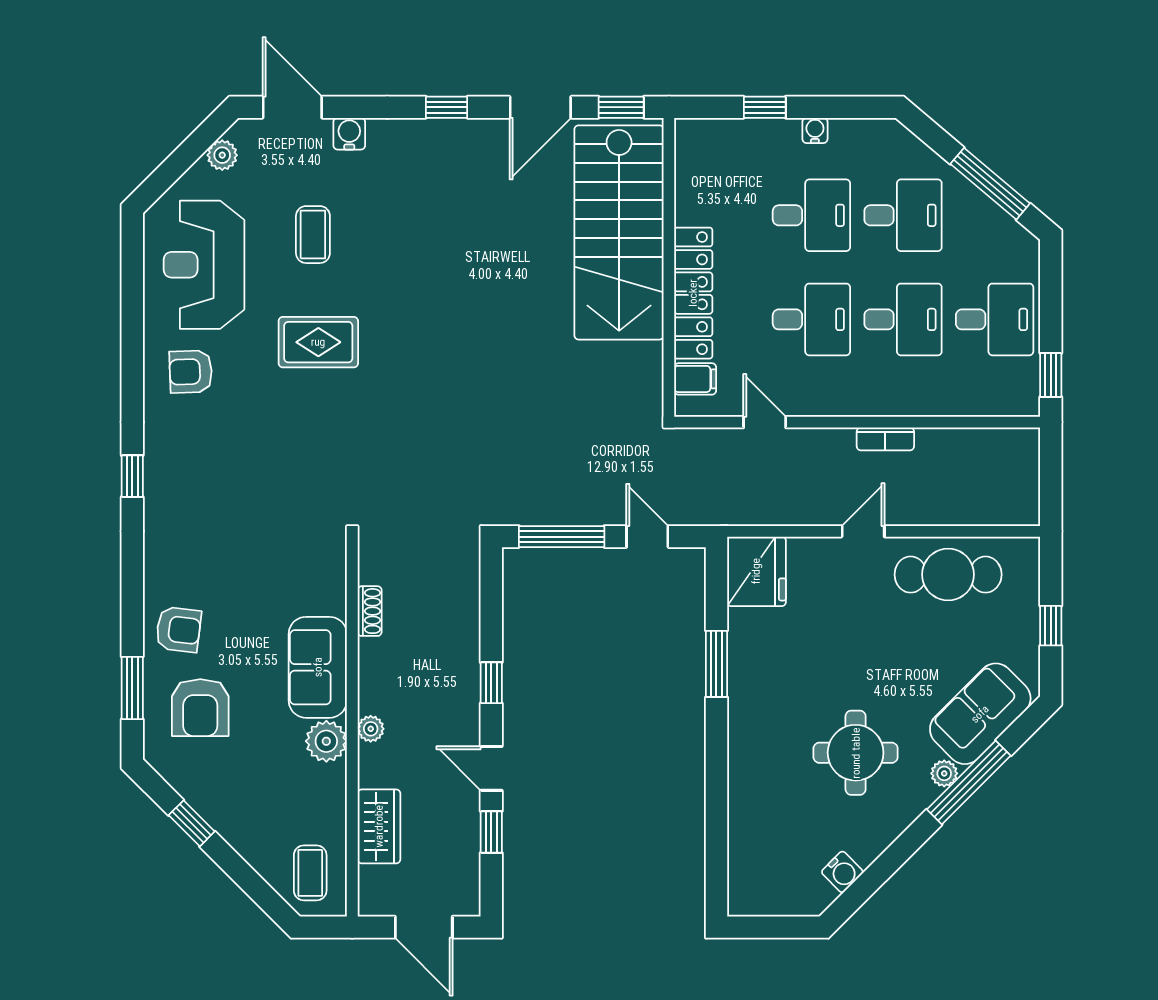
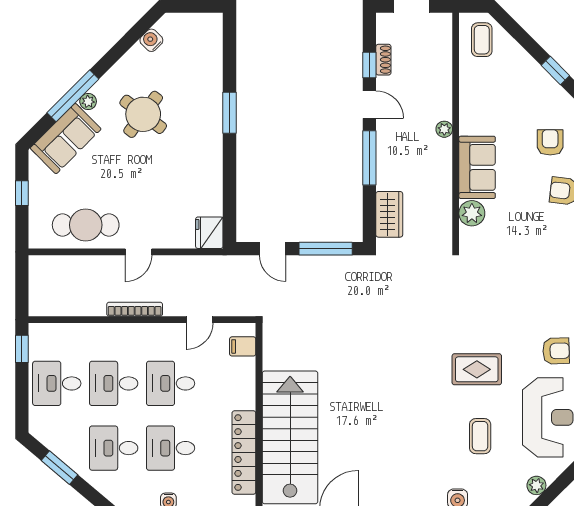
window: (990, 184) -> (60, 468), width x0.69
locker: (693, 293) -> (244, 453), moved
door: (765, 422) -> (200, 320), hinge flipped
bookcase: (885, 439) -> (135, 309), width x1.56
fridge: (756, 571) -> (209, 233), width x0.73, depth x0.75
shoe rack: (370, 611) -> (383, 60), moved, turned 180
window: (716, 664) -> (230, 113), moved
window: (491, 683) -> (369, 158), width x2.17
armchair: (200, 708) -> (550, 142), width x0.72, depth x0.72
plant: (326, 741) -> (472, 213), moved
round table: (856, 753) -> (143, 114), turned 37
wardrobe: (379, 826) -> (389, 214), moved, turned 180

